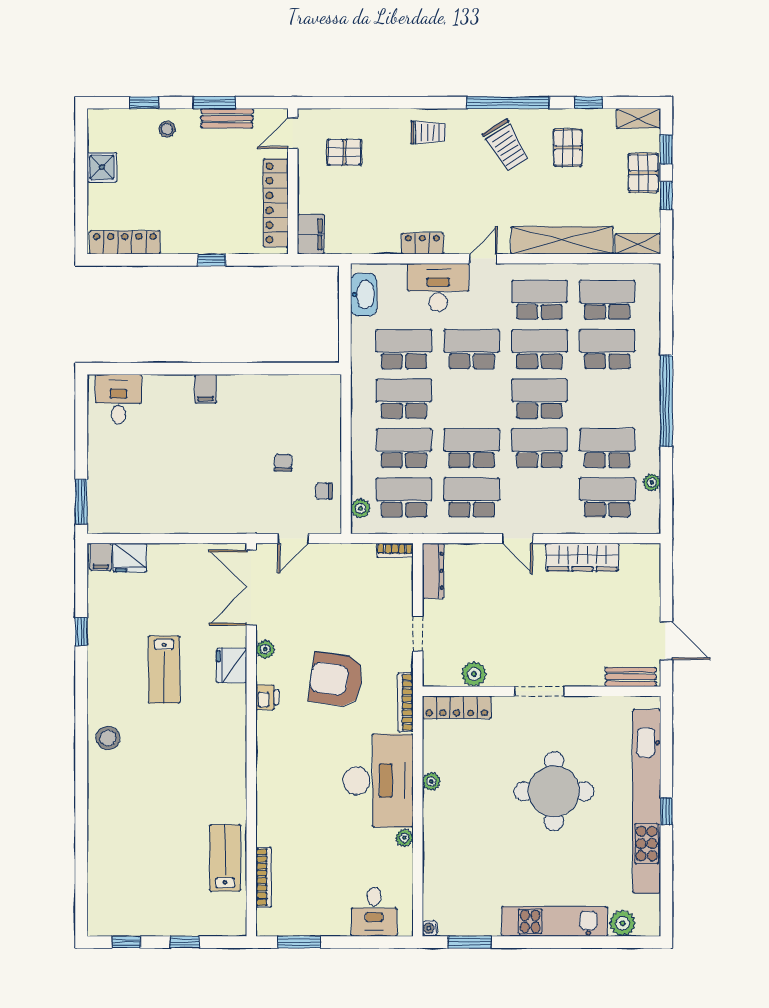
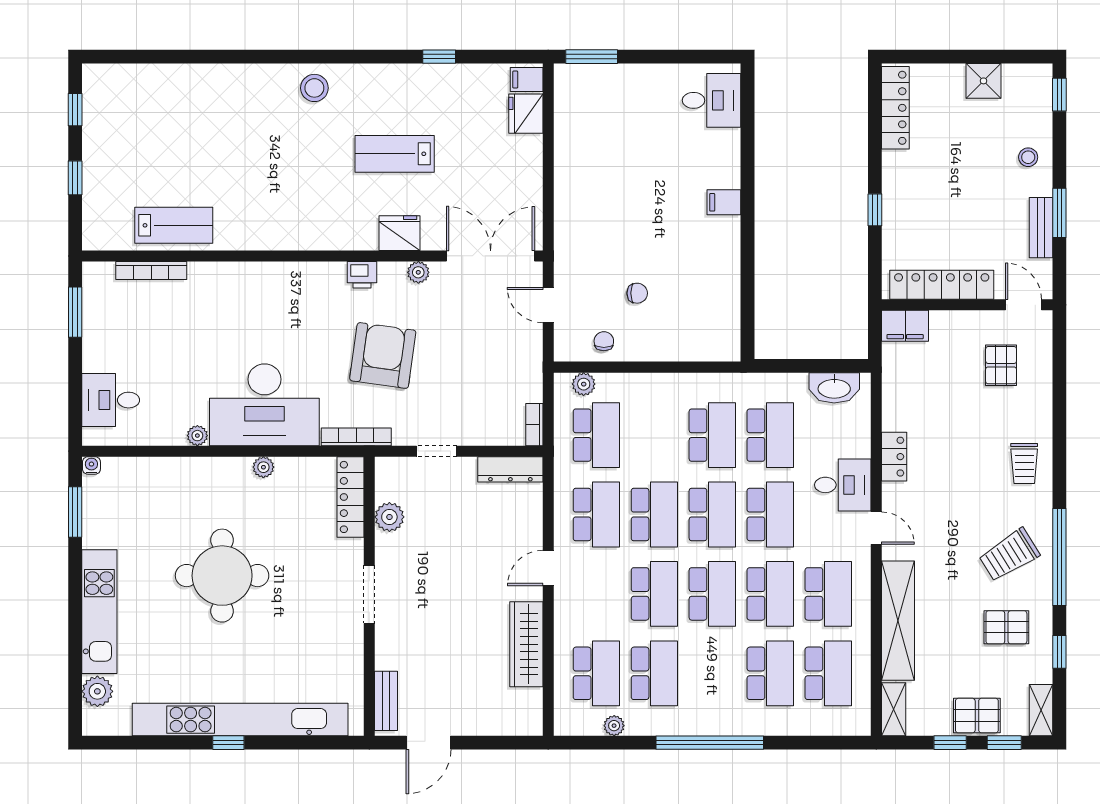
window: (144, 103) -> (1059, 95), moved
desk: (438, 287) -> (843, 485), width x0.73
school desk: (404, 448) -> (712, 515), moved
round table: (554, 791) -> (222, 576), moved

